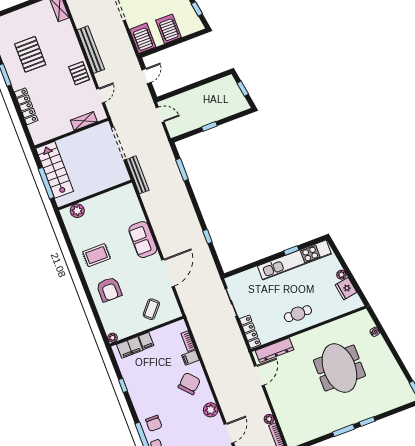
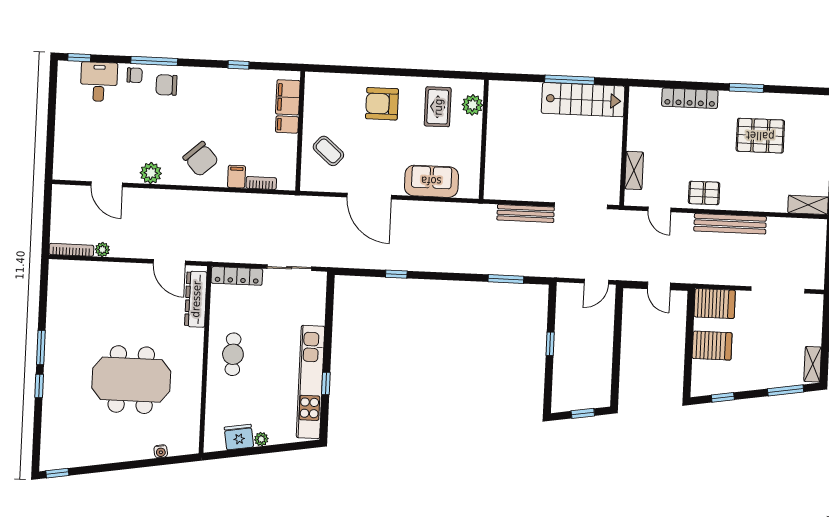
wall: (95, 195) -> (484, 139), moved
plant: (77, 211) -> (473, 105), moved
plant: (113, 338) -> (312, 79), removed

